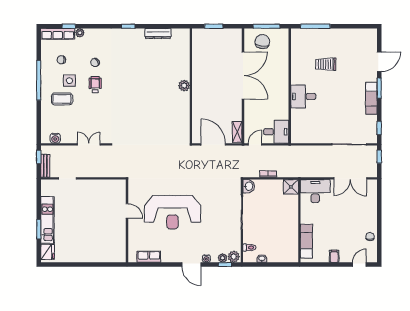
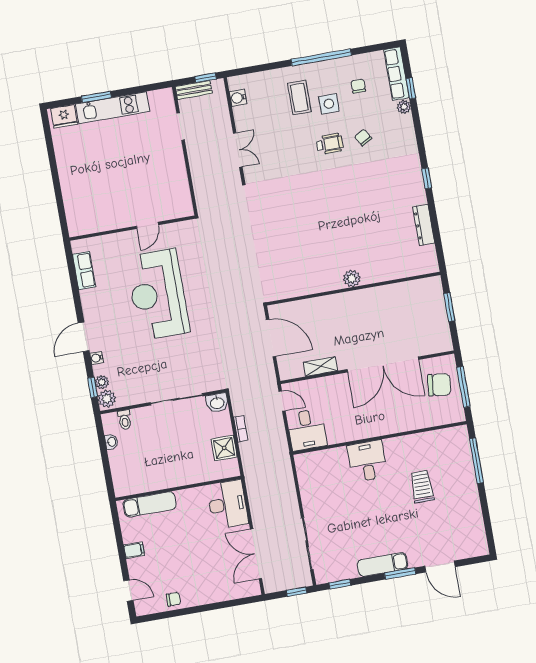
shelving: (237, 132) -> (321, 366), moved
door: (213, 144) -> (271, 338), hinge flipped
shower: (291, 187) -> (224, 448), moved

